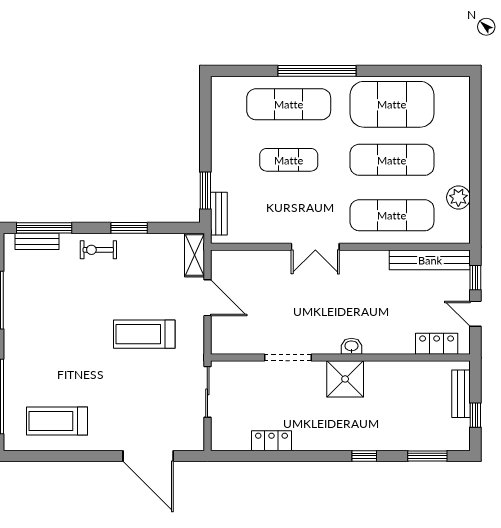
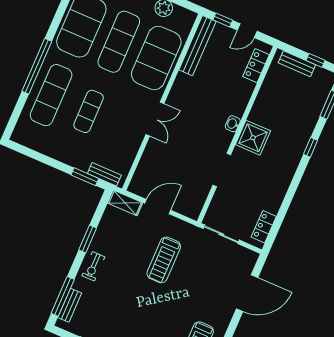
exercise mat: (392, 215) -> (156, 58), width x1.47
locker: (271, 441) -> (264, 227), moved

